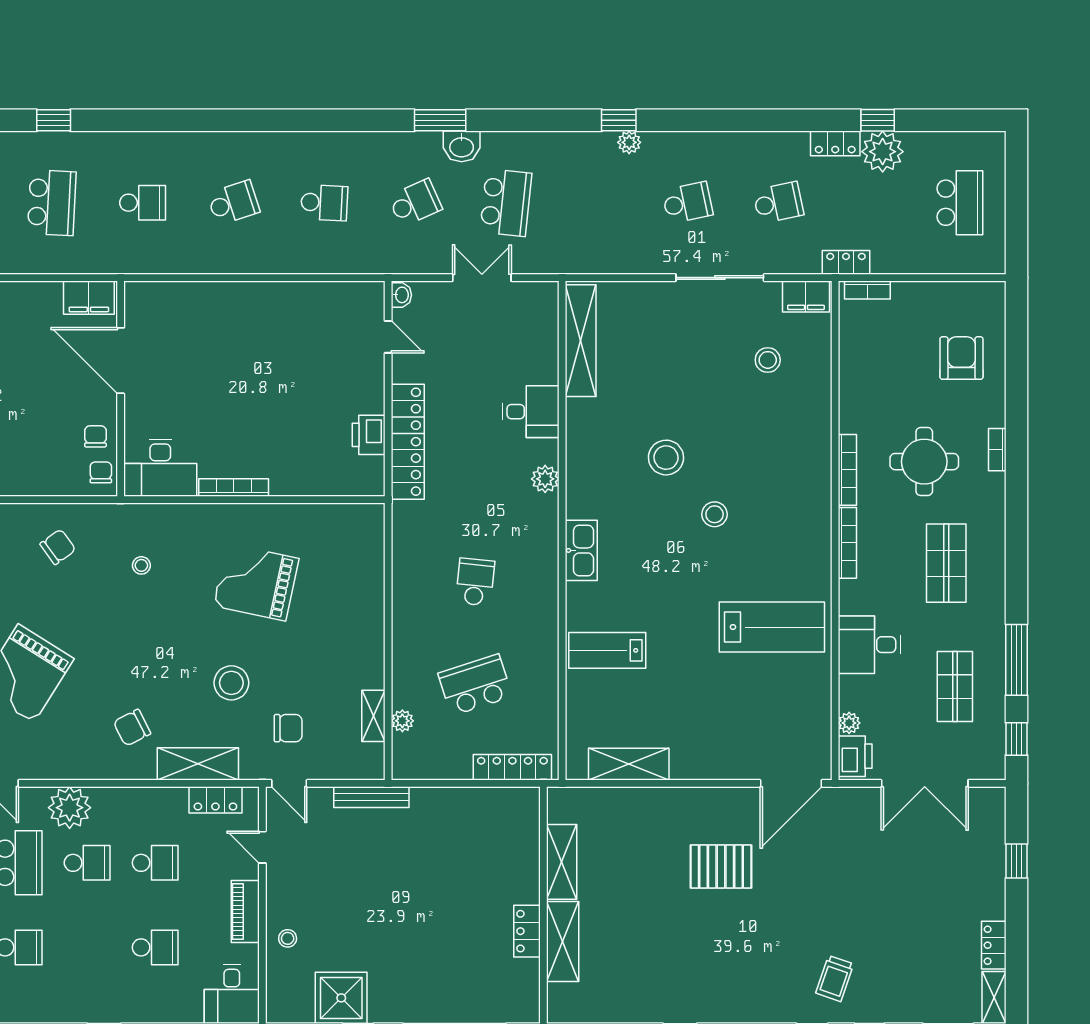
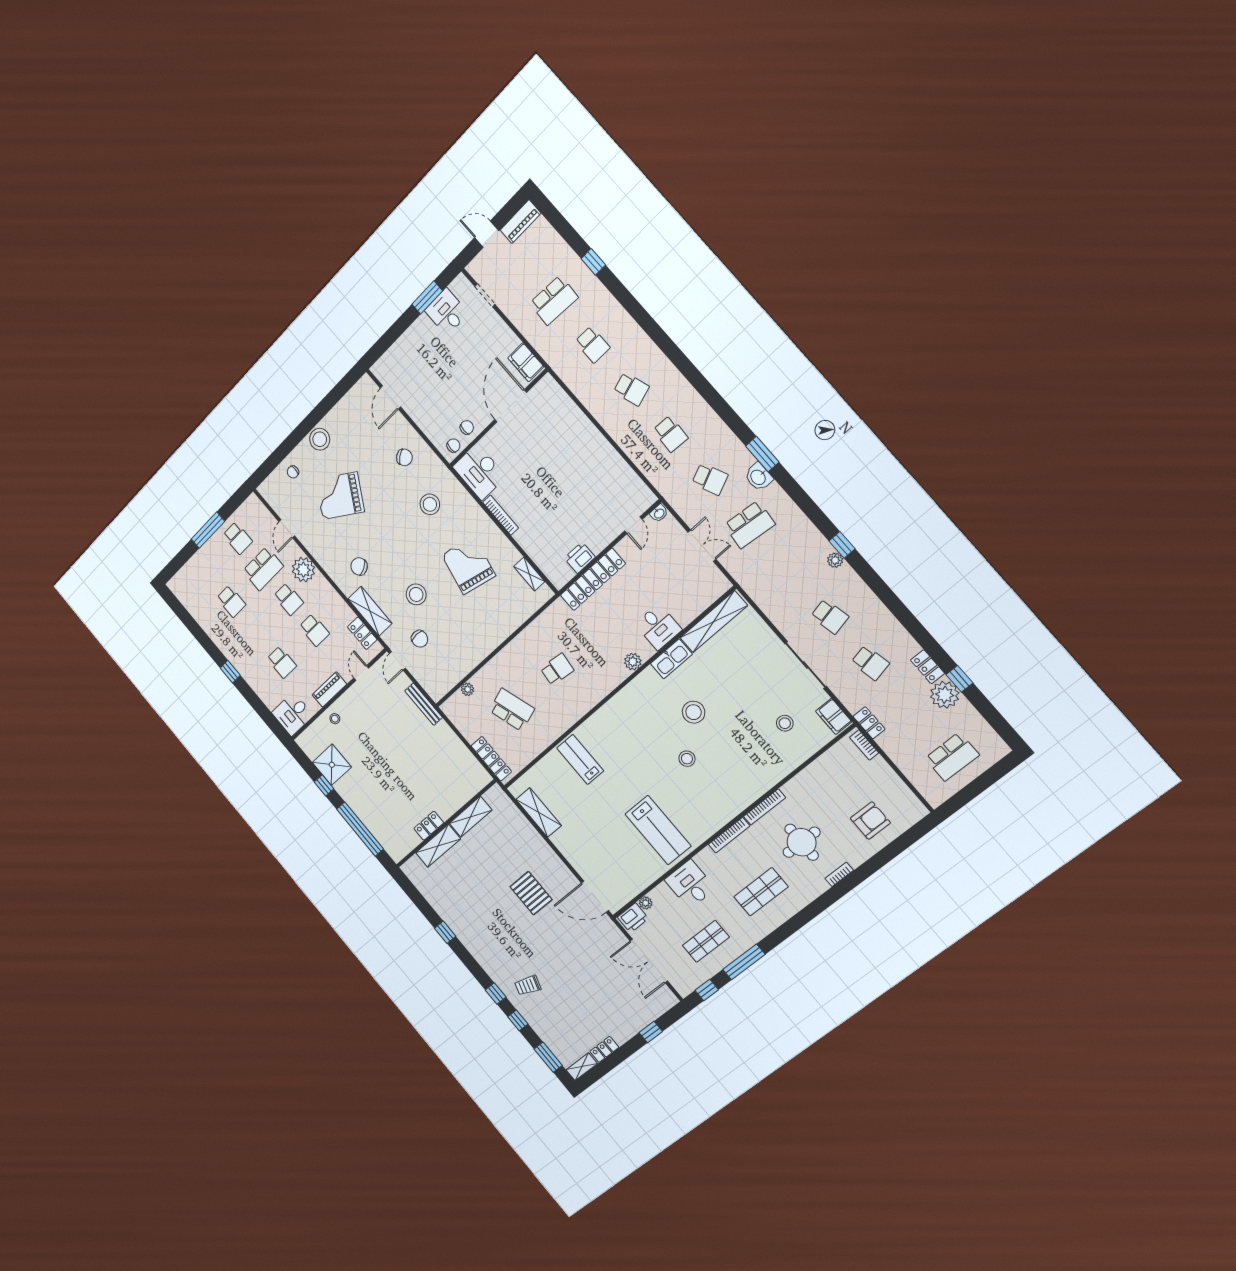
kitchen sink: (581, 550) -> (671, 659), moved
stool: (141, 565) -> (430, 504), width x1.89, depth x1.89
shelving: (373, 716) -> (529, 574), moved, turned 90

